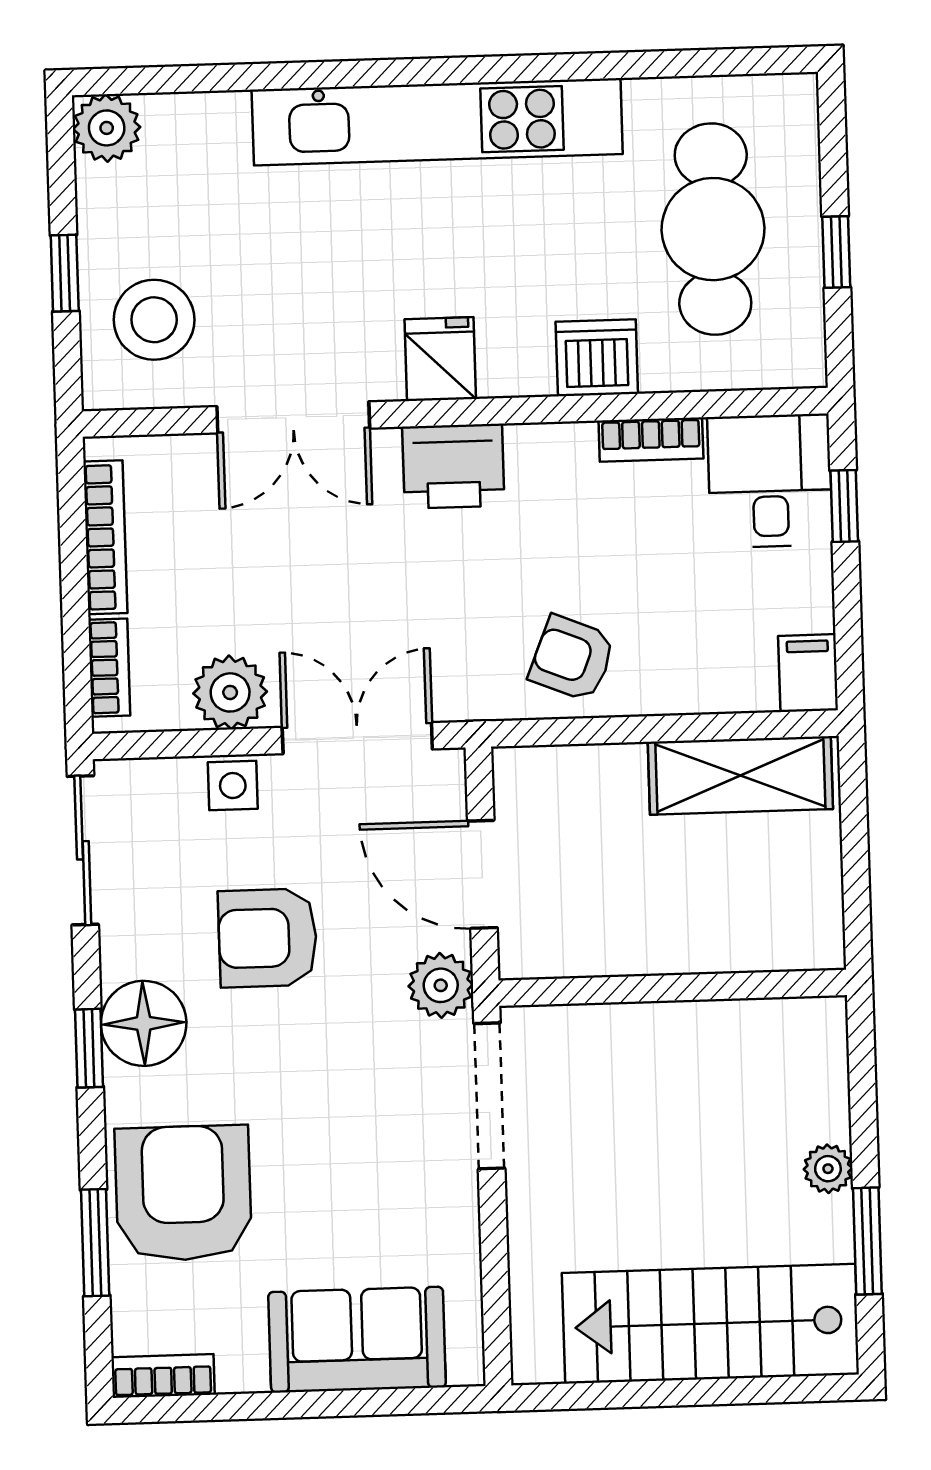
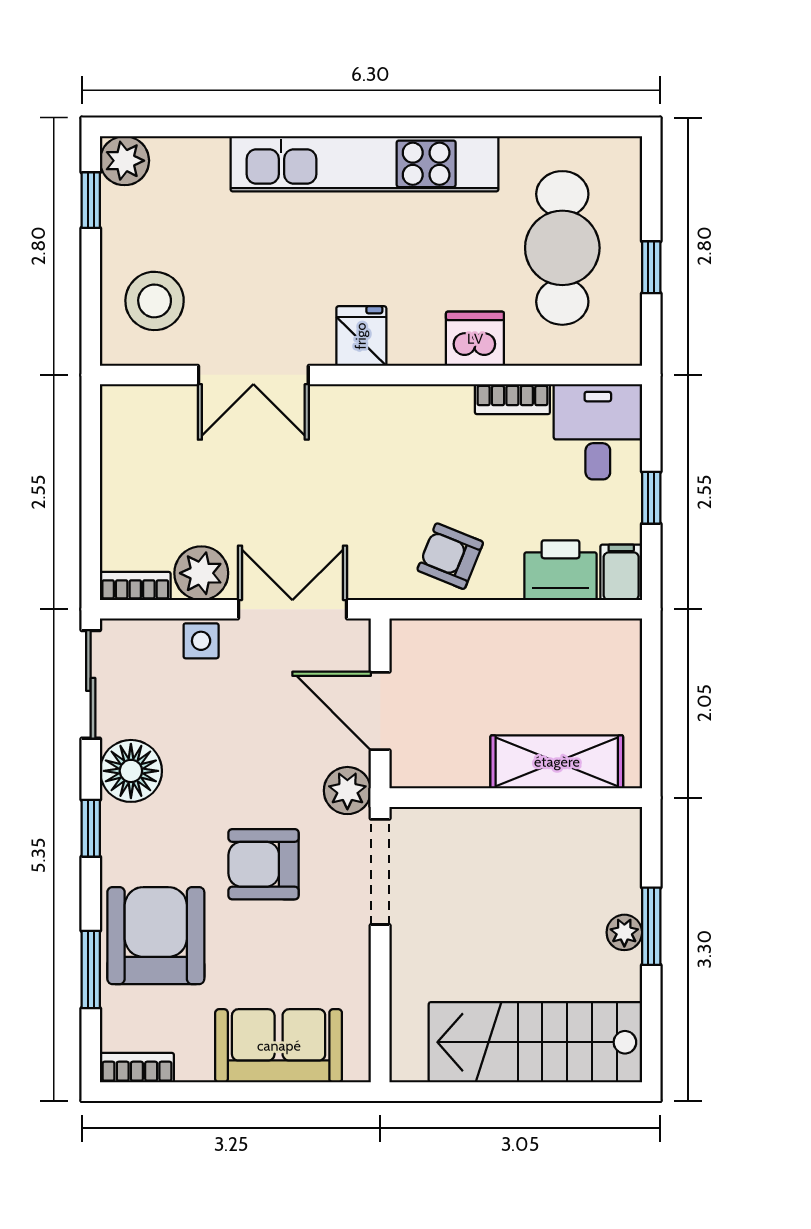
window: (65, 273) -> (91, 200), moved
printer: (453, 466) -> (561, 570), moved, turned 180
window: (844, 506) -> (651, 498), moved
bookcase: (105, 537) -> (114, 458), removed
bookcase: (109, 668) -> (135, 586), moved, turned -90
shelving: (740, 775) -> (557, 762), moved
armchair: (268, 938) -> (264, 864), moved
floor lamp: (144, 1023) -> (131, 771), moved
window: (867, 1241) -> (651, 926), moved

